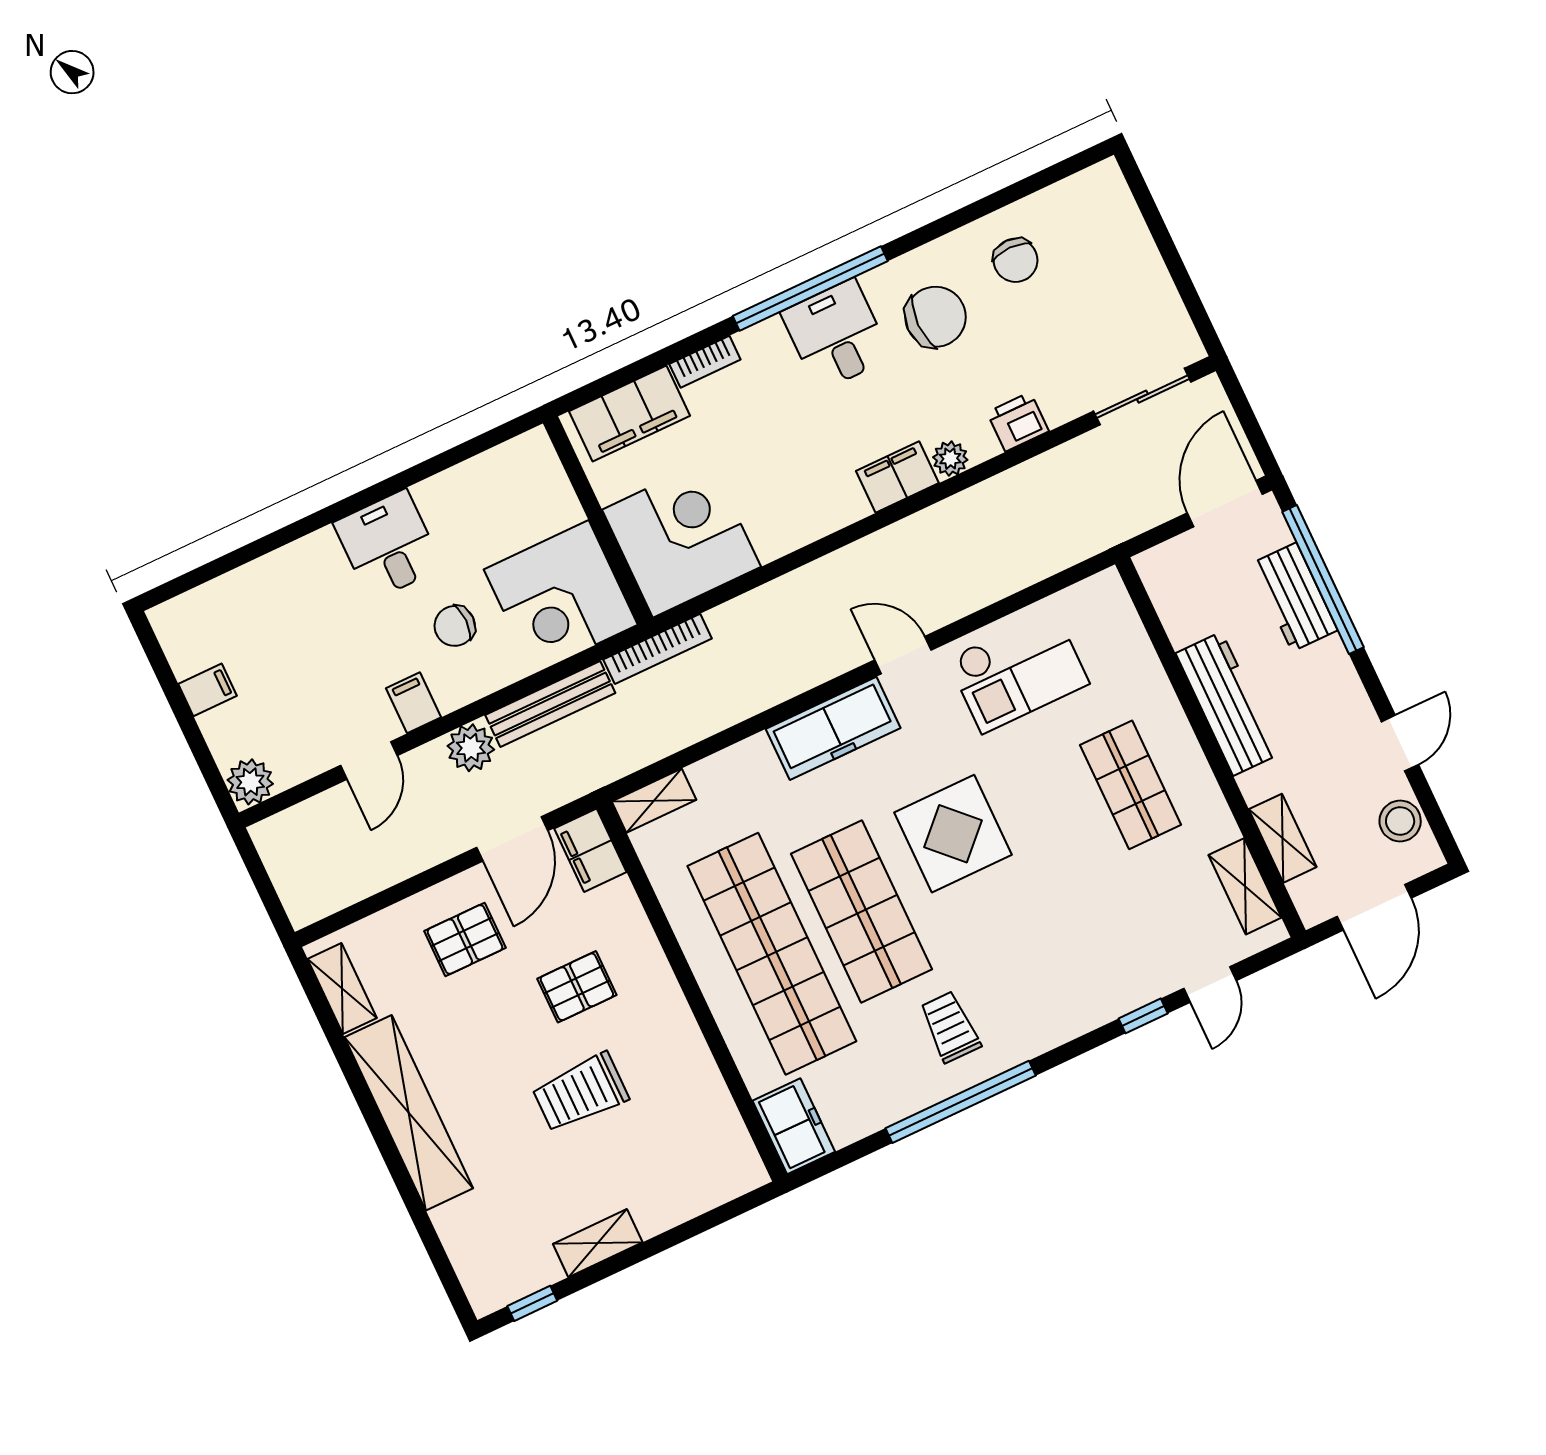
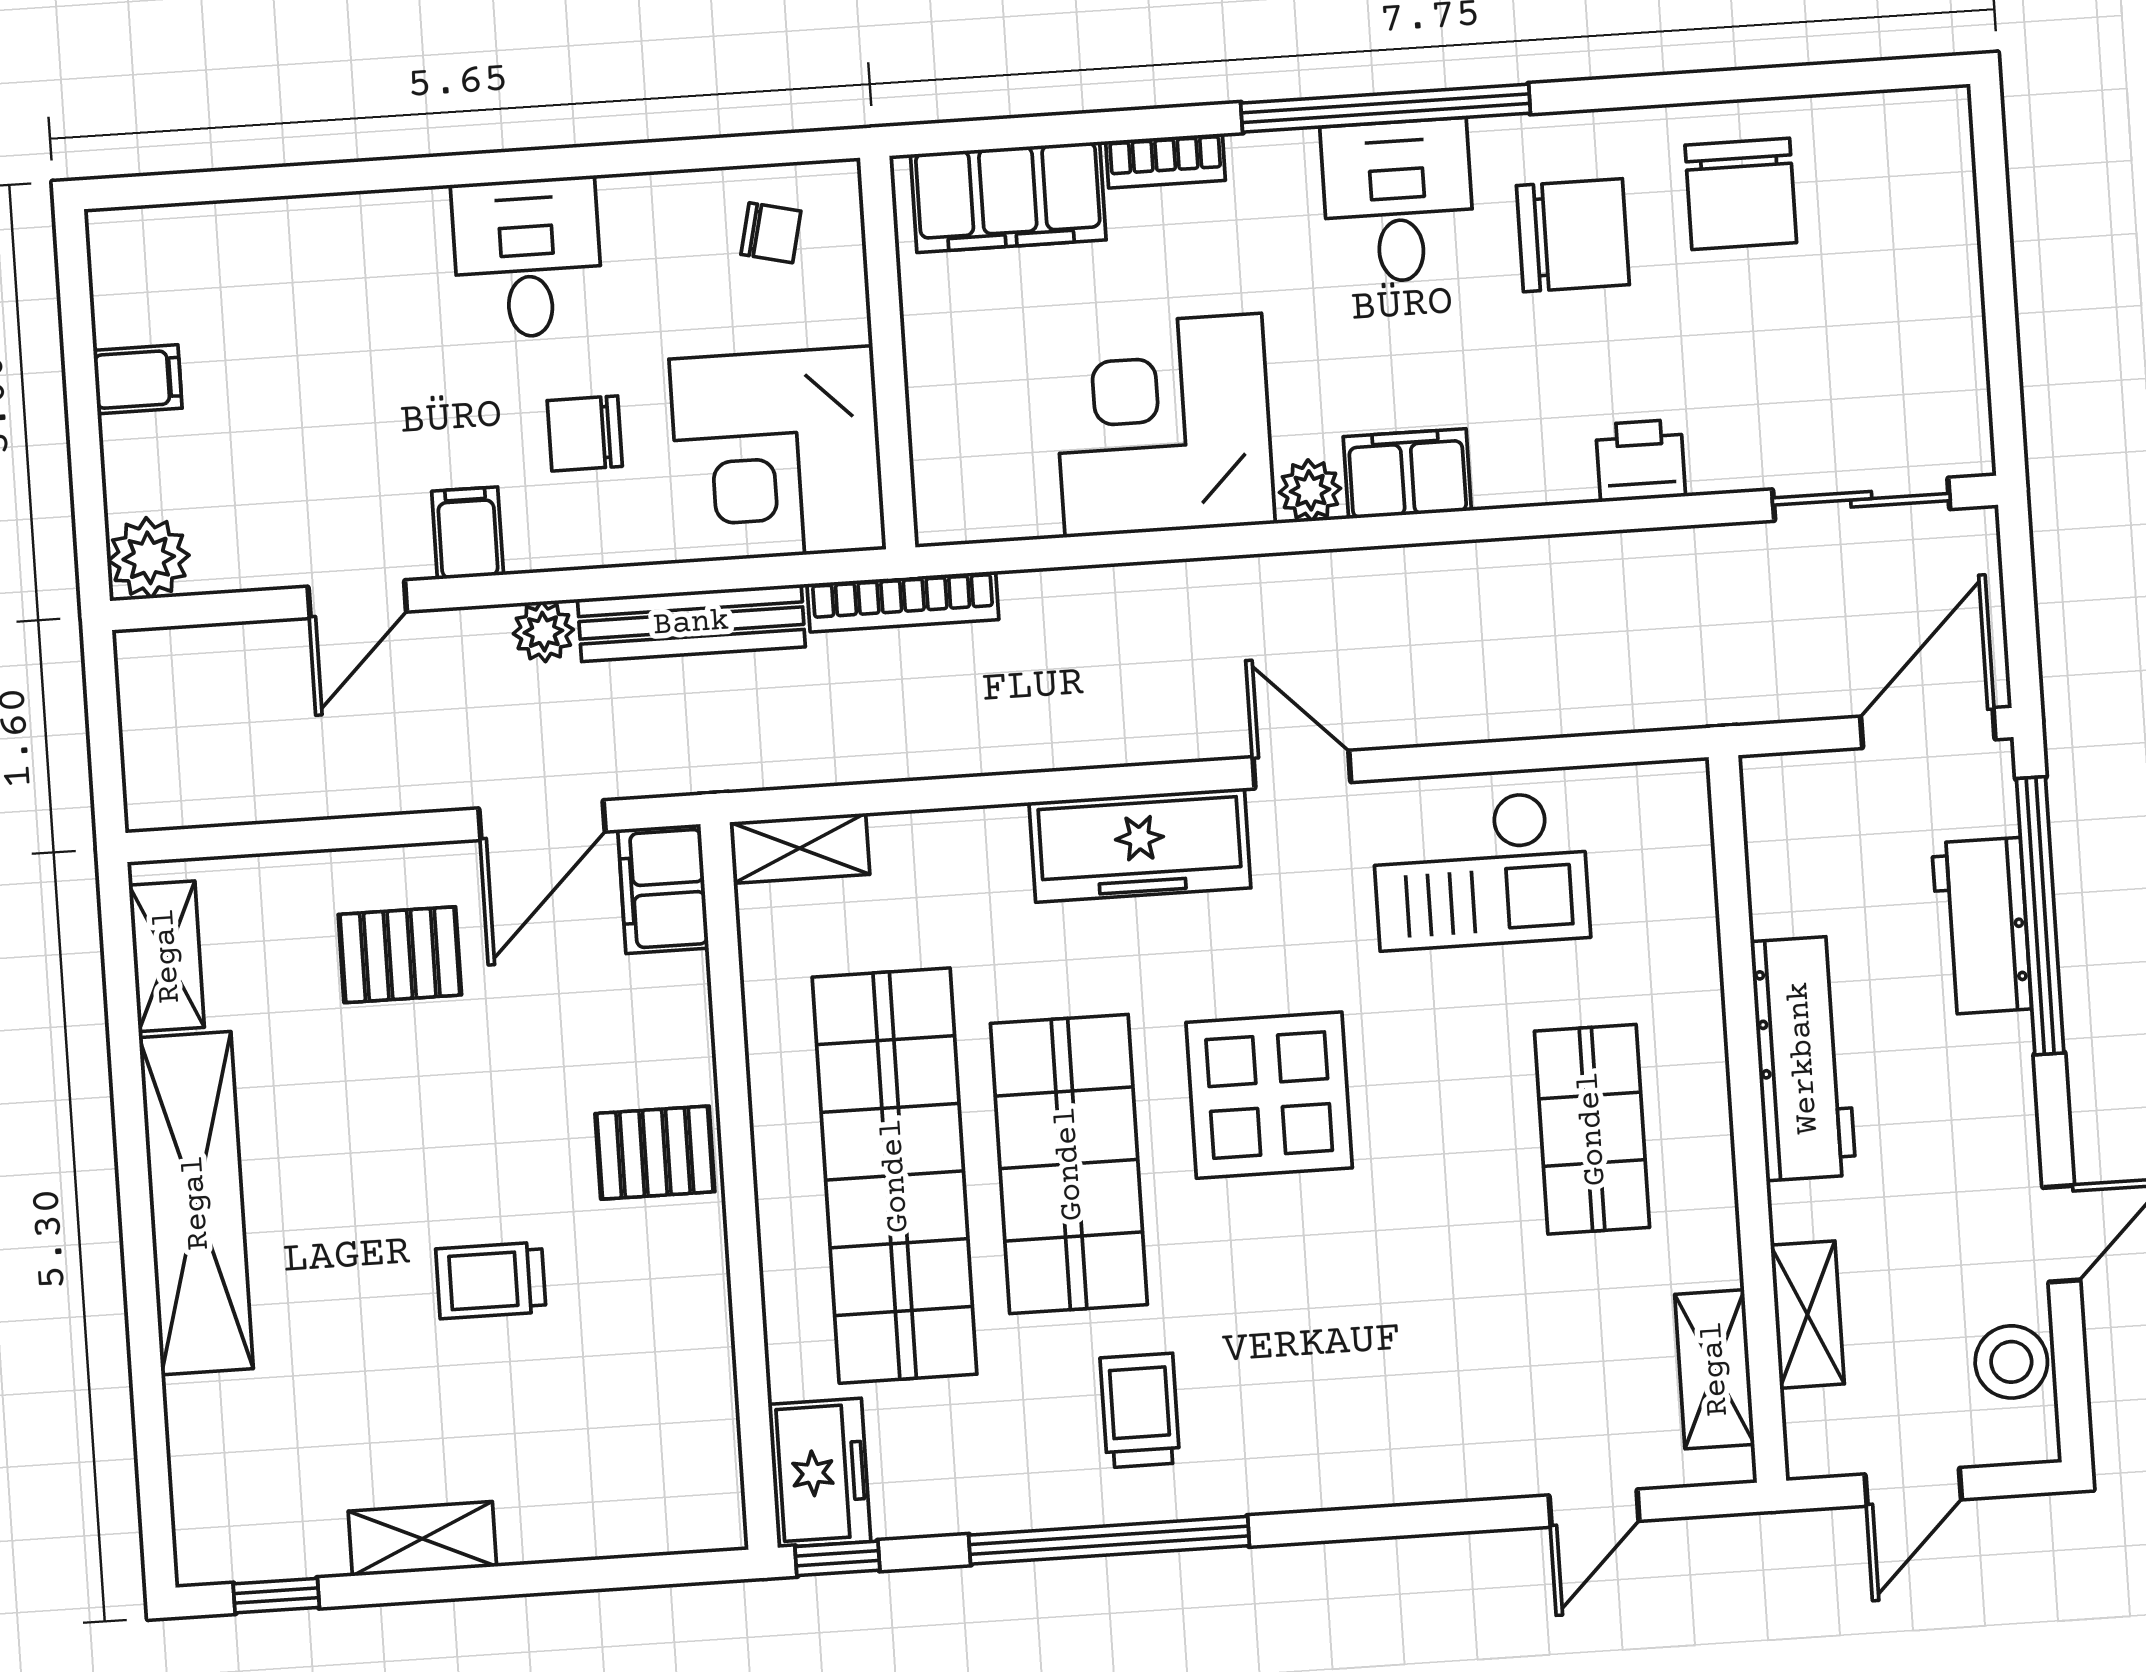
chair: (1016, 260) -> (1741, 194), width x1.37, depth x1.37
plant: (950, 459) -> (1310, 490), moved
chair: (511, 481) -> (771, 233), added
corner desk: (681, 538) -> (1163, 425), moved, turned -90
plant: (471, 748) -> (543, 632), width x0.73, depth x0.73
door: (1374, 907) -> (1913, 1487), width x0.73
pallet: (577, 987) -> (655, 1153), moved
window: (1143, 1016) -> (837, 1558), moved
trolley: (580, 1093) -> (491, 1280), width x0.73, depth x0.72

